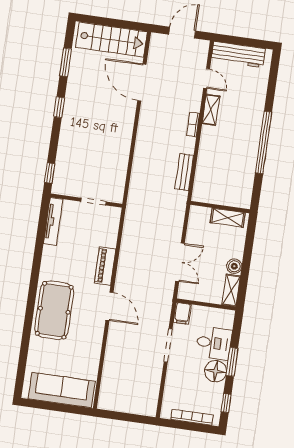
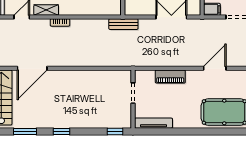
bench: (184, 172) -> (123, 24), moved
piano: (105, 266) -> (170, 76), moved

